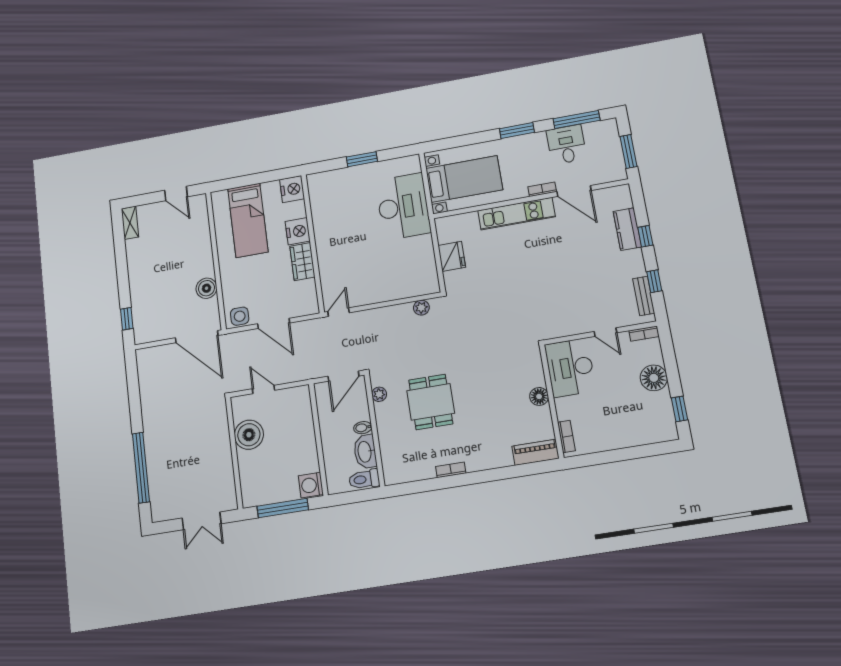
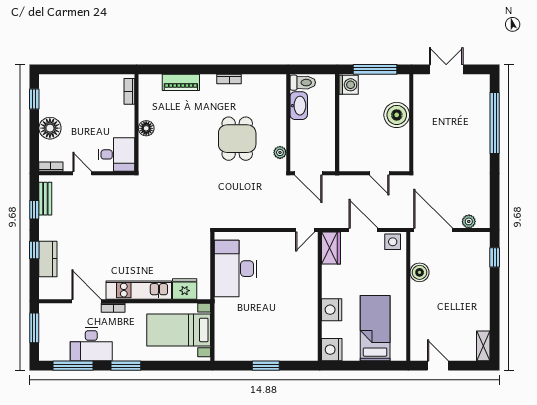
desk: (566, 145) -> (91, 344), width x1.37
desk: (403, 207) -> (236, 269), moved
fridge: (452, 256) -> (185, 289), moved, turned 90
wardrobe: (302, 262) -> (331, 248), moved
plant: (421, 308) -> (469, 221), moved
desk: (570, 368) -> (116, 154), width x0.73
door: (343, 376) -> (308, 173), swing flipped
bidet: (363, 428) -> (298, 126), removed
boiler: (249, 435) -> (397, 115), moved
piano: (535, 452) -> (181, 82), moved

